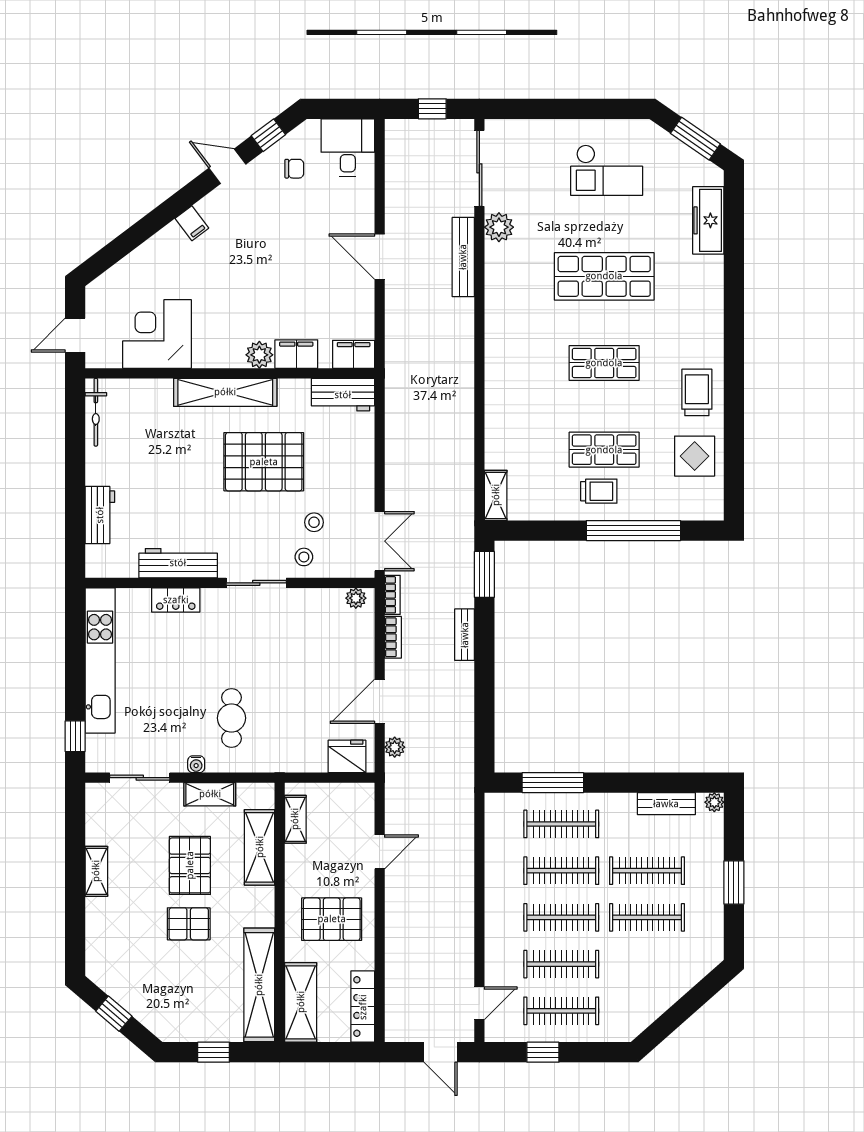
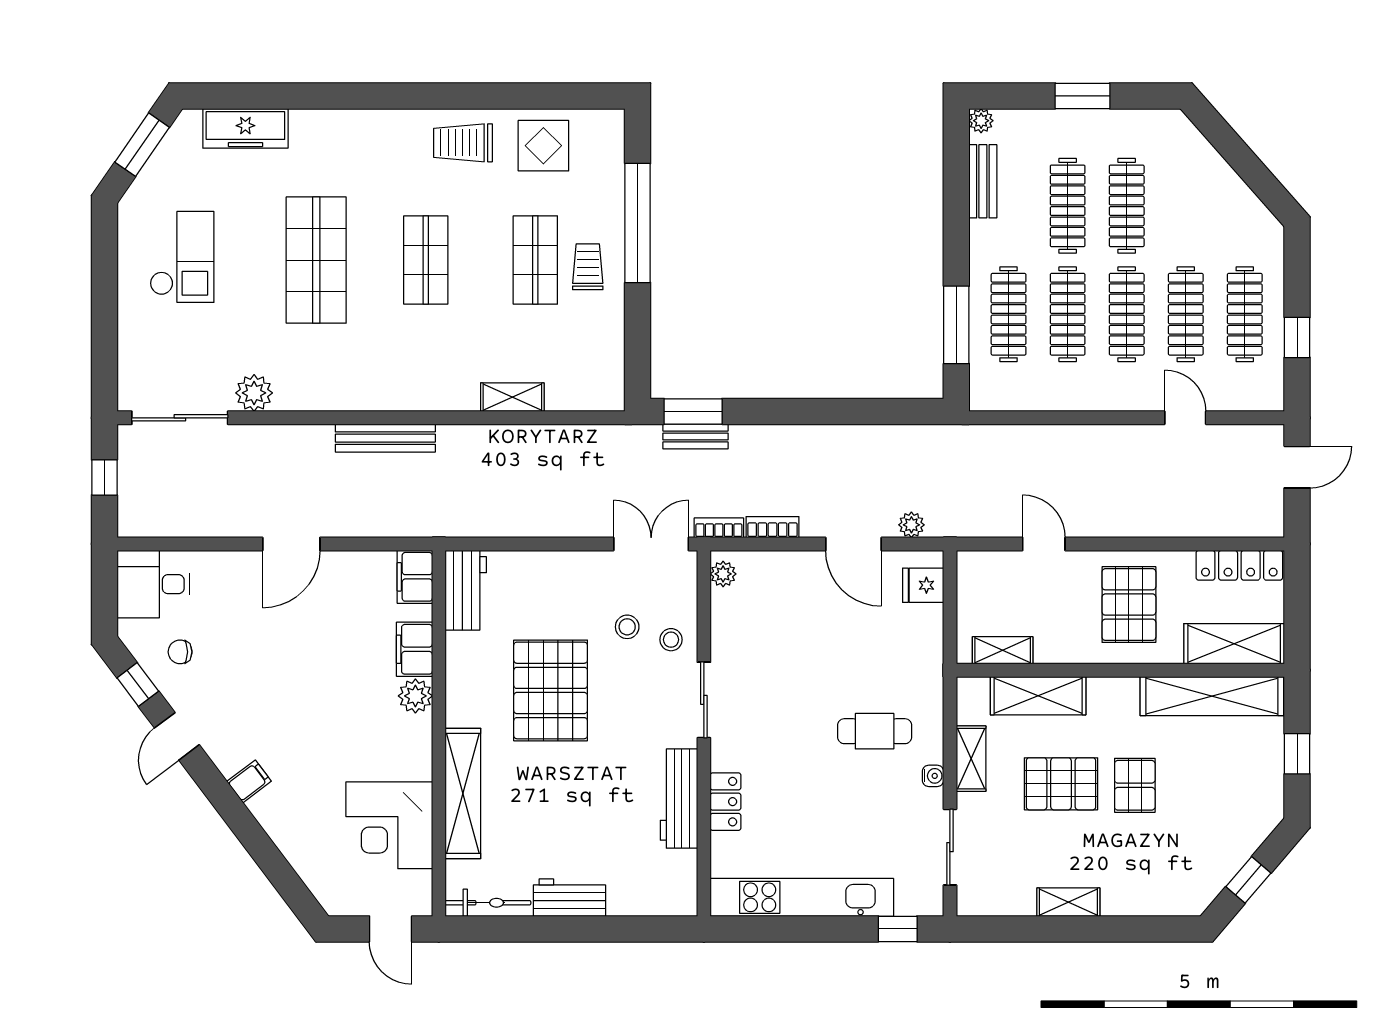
chair: (294, 169) -> (180, 652), turned -90
bench: (463, 257) -> (385, 438), moved
shelving: (225, 392) -> (463, 793), moved
shelving: (496, 495) -> (512, 397), moved
workbench: (100, 515) -> (569, 898), moved
bench: (465, 635) -> (695, 437), moved
fridge: (347, 756) -> (923, 585), width x0.72
door: (479, 1003) -> (1185, 418), moved

